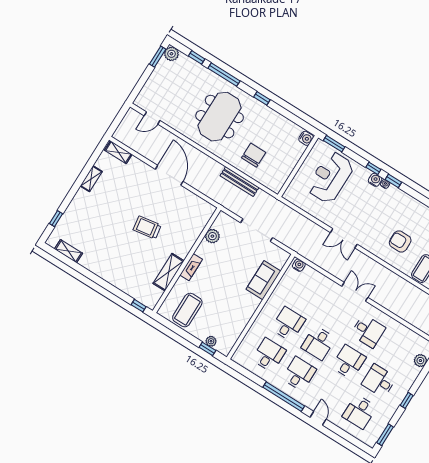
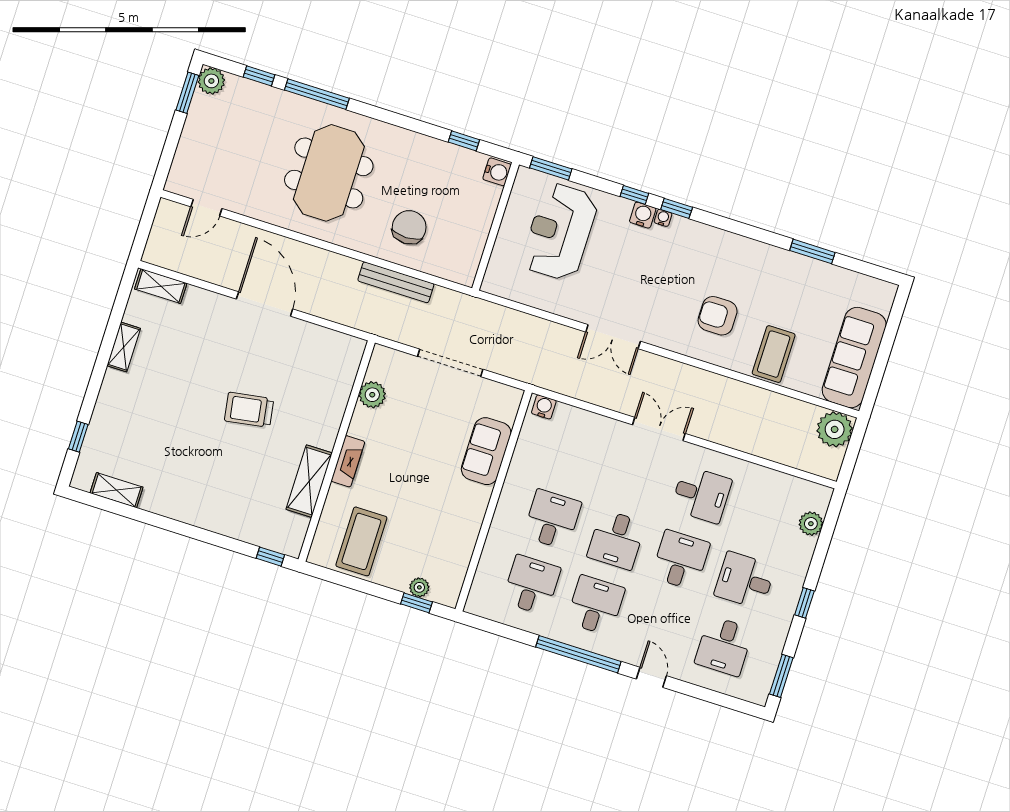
window: (262, 98) -> (464, 141), moved

